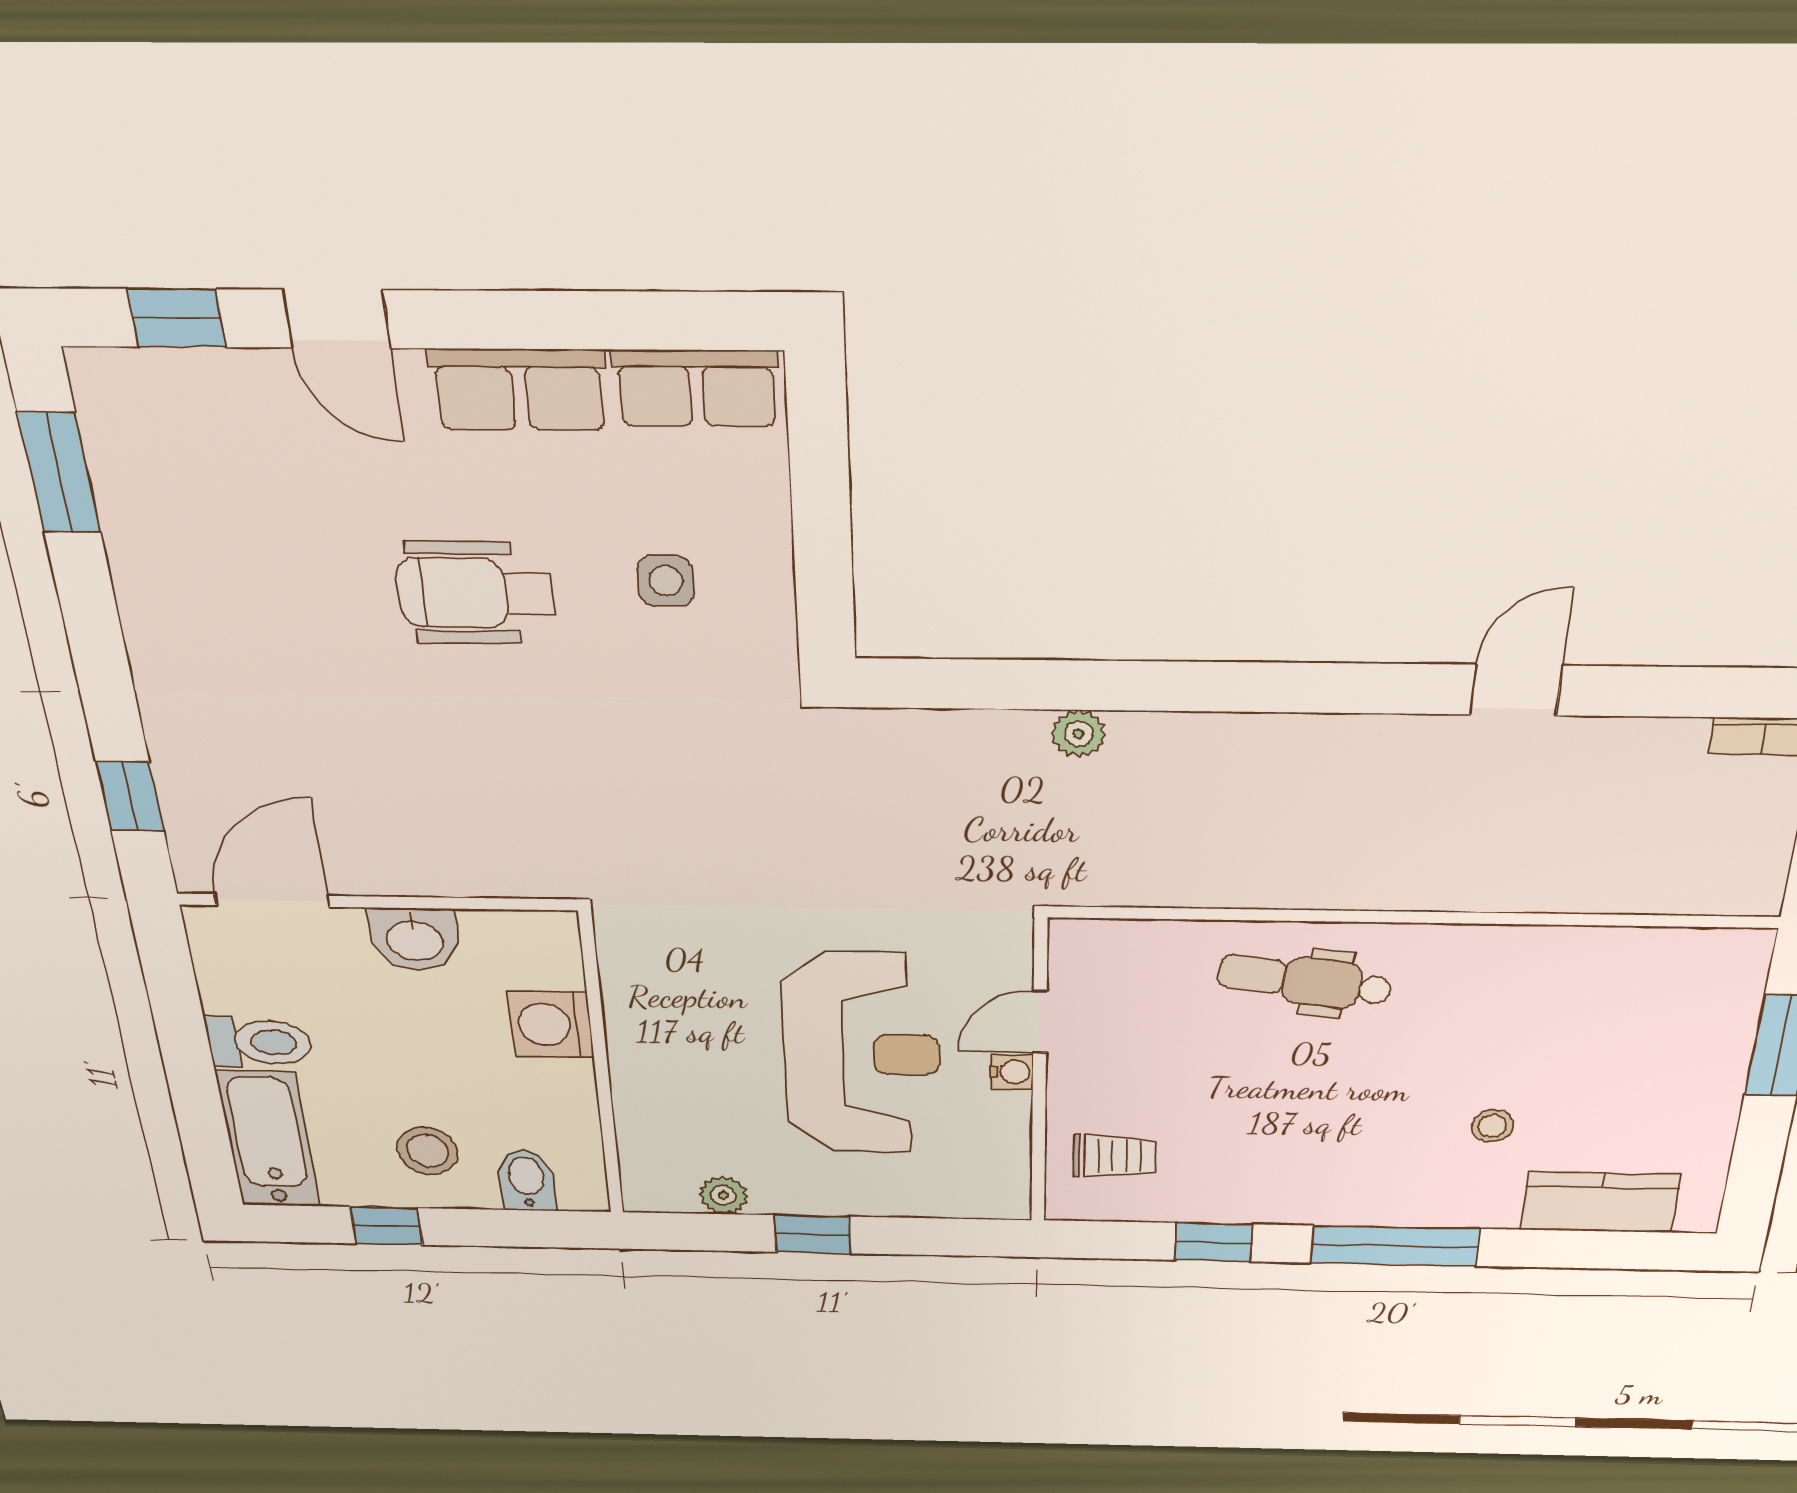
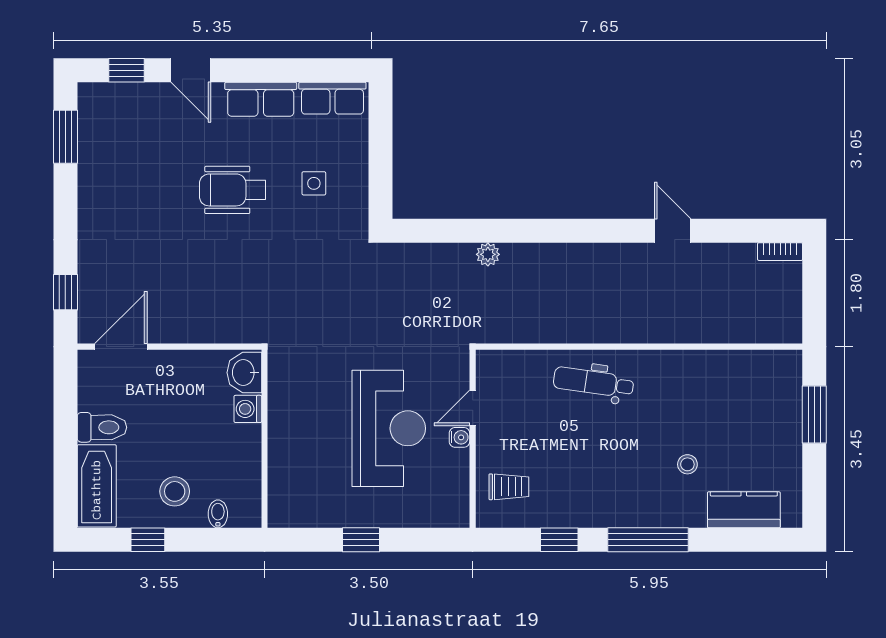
door: (1516, 690) -> (673, 231), hinge flipped
washbasin: (415, 939) -> (244, 373), moved, turned 90
washing machine: (551, 1024) -> (248, 409), width x0.73, depth x0.73
bidet: (527, 1180) -> (218, 514), width x0.72, depth x0.74
plant: (723, 1195) -> (318, 516), removed

